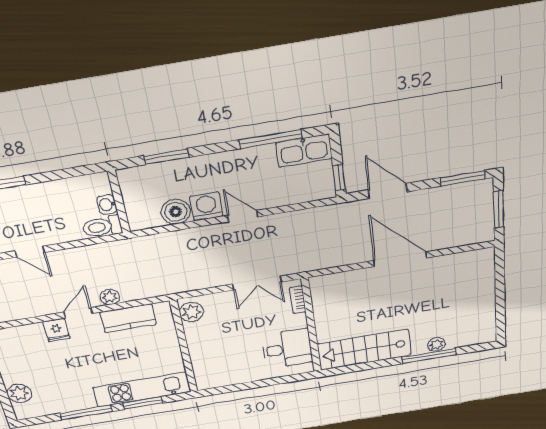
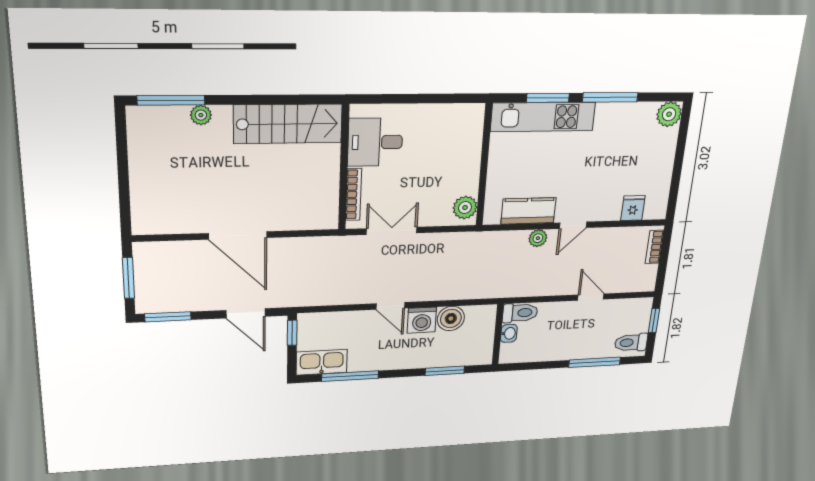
bookcase: (298, 300) -> (354, 194), width x1.56
fridge: (56, 330) -> (633, 208), moved
window: (429, 356) -> (171, 100), moved
plant: (19, 393) -> (669, 114), moved

